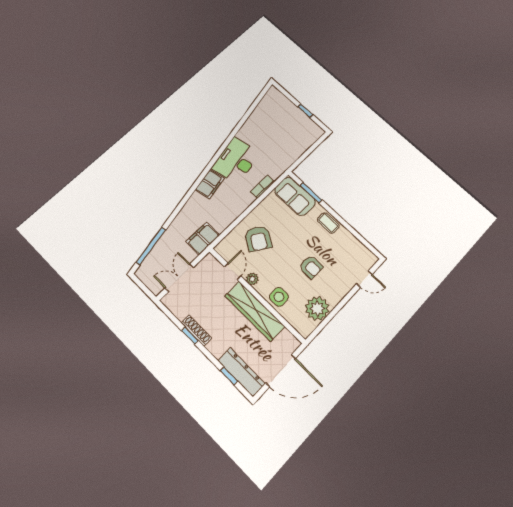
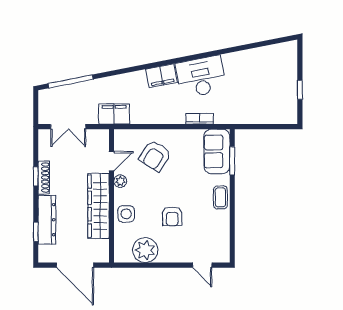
double door: (179, 278) -> (68, 127), swing flipped
dresser: (241, 372) -> (47, 220), moved

